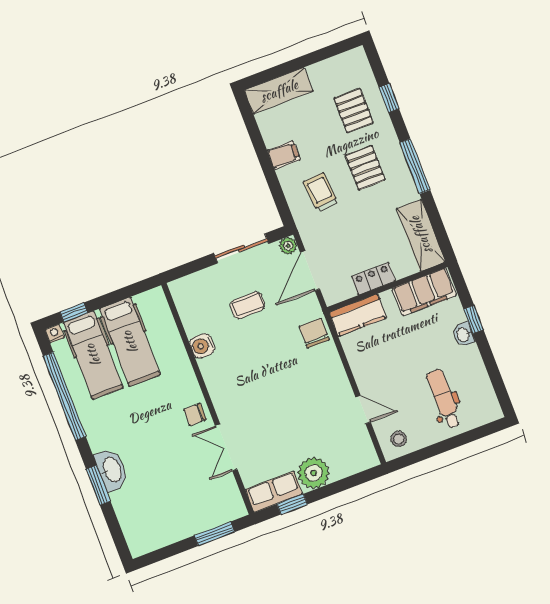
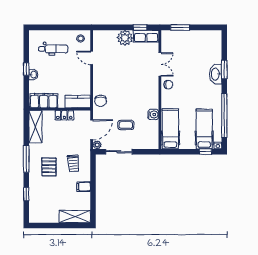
pallet: (354, 111) -> (44, 195), removed
window: (473, 320) -> (26, 69), moved
hospital bed: (130, 342) -> (170, 129), moved
dental chair: (444, 399) -> (53, 49), turned -90

